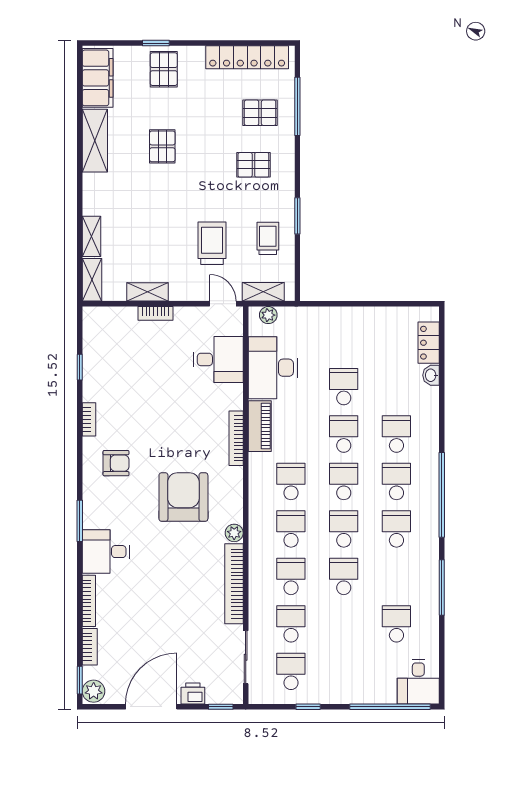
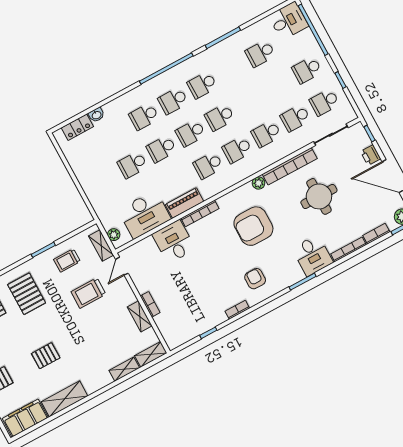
pallet: (253, 165) -> (27, 294), width x1.50, depth x1.42
desk: (218, 359) -> (174, 242), moved
school desk: (344, 576) -> (307, 70), moved
round table: (176, 600) -> (319, 196), added

